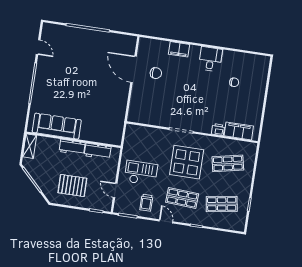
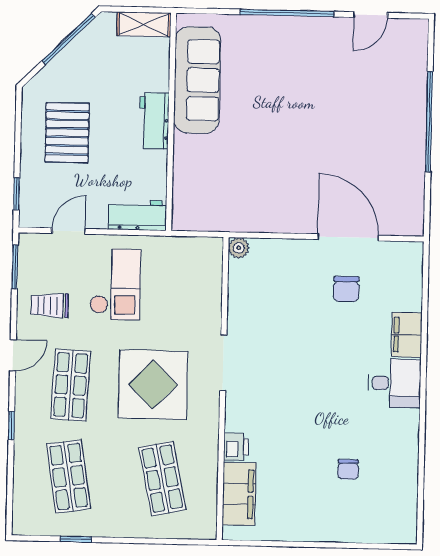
desk: (210, 59) -> (394, 383), moved
door: (133, 69) -> (348, 237), hinge flipped
plant: (132, 117) -> (239, 248), added
workbench: (98, 151) -> (138, 215), moved, turned 90

